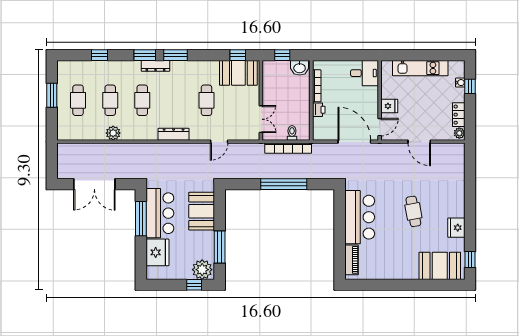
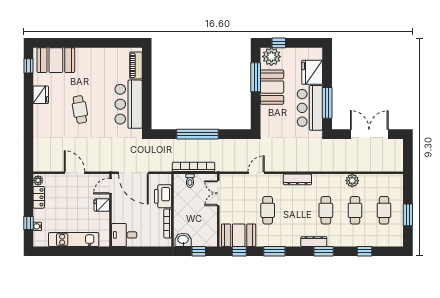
window: (176, 55) -> (274, 251), moved
printer: (319, 110) -> (163, 196), width x1.87, depth x1.48
booth: (202, 211) -> (272, 87), moved

